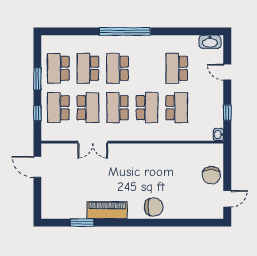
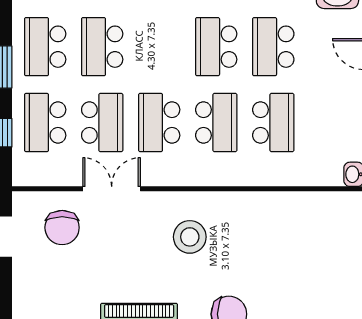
school desk: (118, 68) -> (216, 47), moved
double door: (93, 142) -> (112, 189), swing flipped
stool: (133, 167) -> (190, 237), added
chair: (211, 175) -> (62, 228), moved

